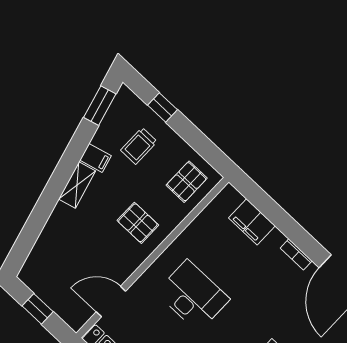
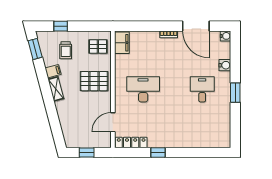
pallet: (187, 182) -> (98, 46), turned 90
filing cabinet: (252, 222) -> (122, 43), moved, turned -90
pallet: (138, 223) -> (94, 81), width x1.50, depth x1.42

